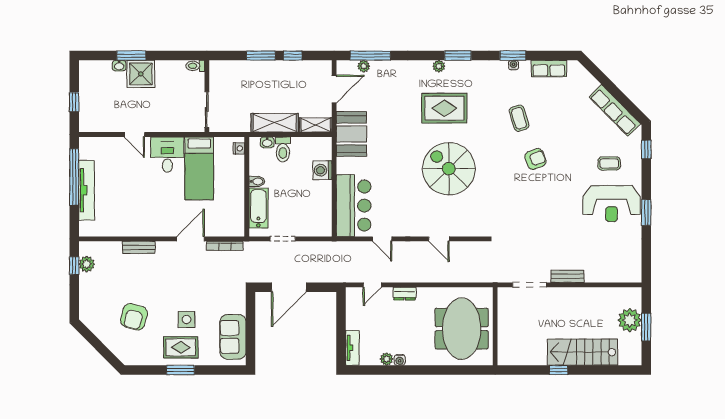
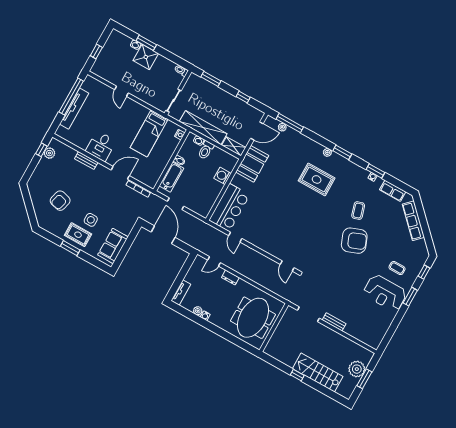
window: (261, 56) -> (211, 79), moved
row of seats: (615, 110) -> (413, 221), moved
shelving: (275, 123) -> (203, 128), width x1.47
desk: (167, 155) -> (101, 146), moved, turned 180
armchair: (535, 159) -> (354, 241), width x1.88, depth x1.88
spiral stairs: (449, 169) -> (299, 217), removed
window: (646, 212) -> (410, 297), moved
door: (439, 239) -> (287, 266), moved
door: (289, 287) -> (163, 235), swing flipped

